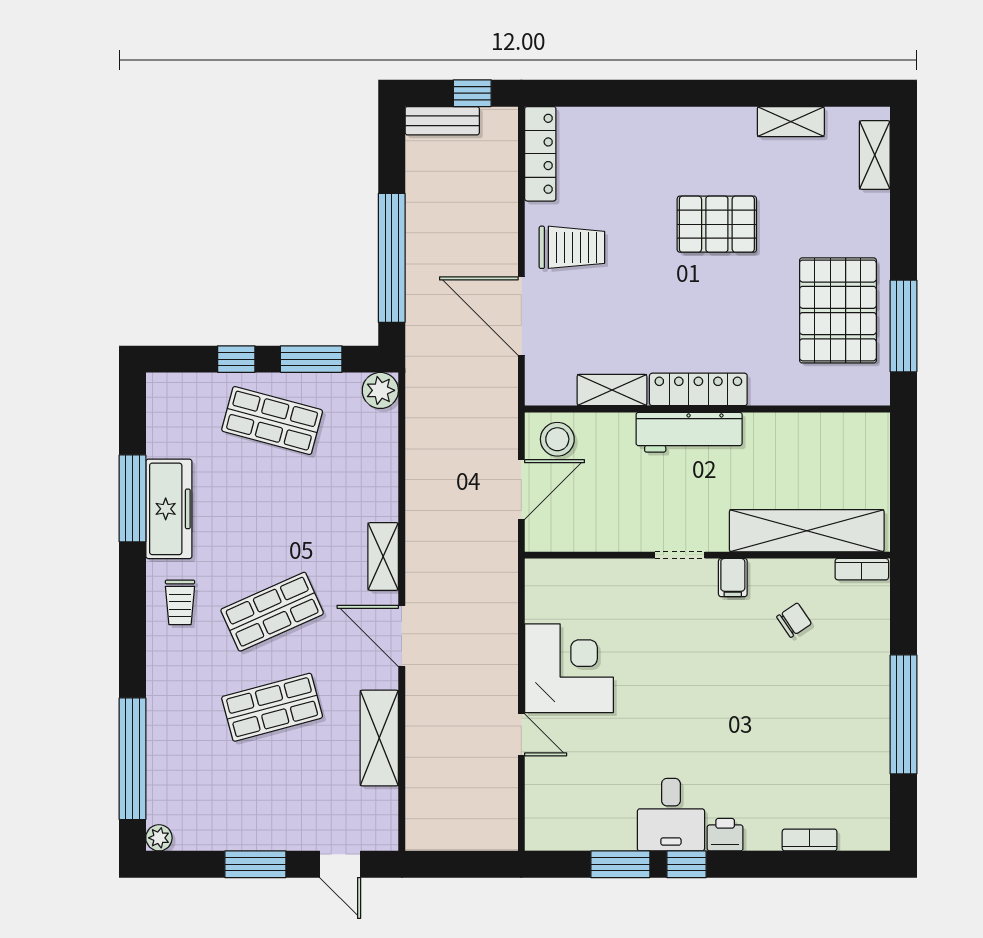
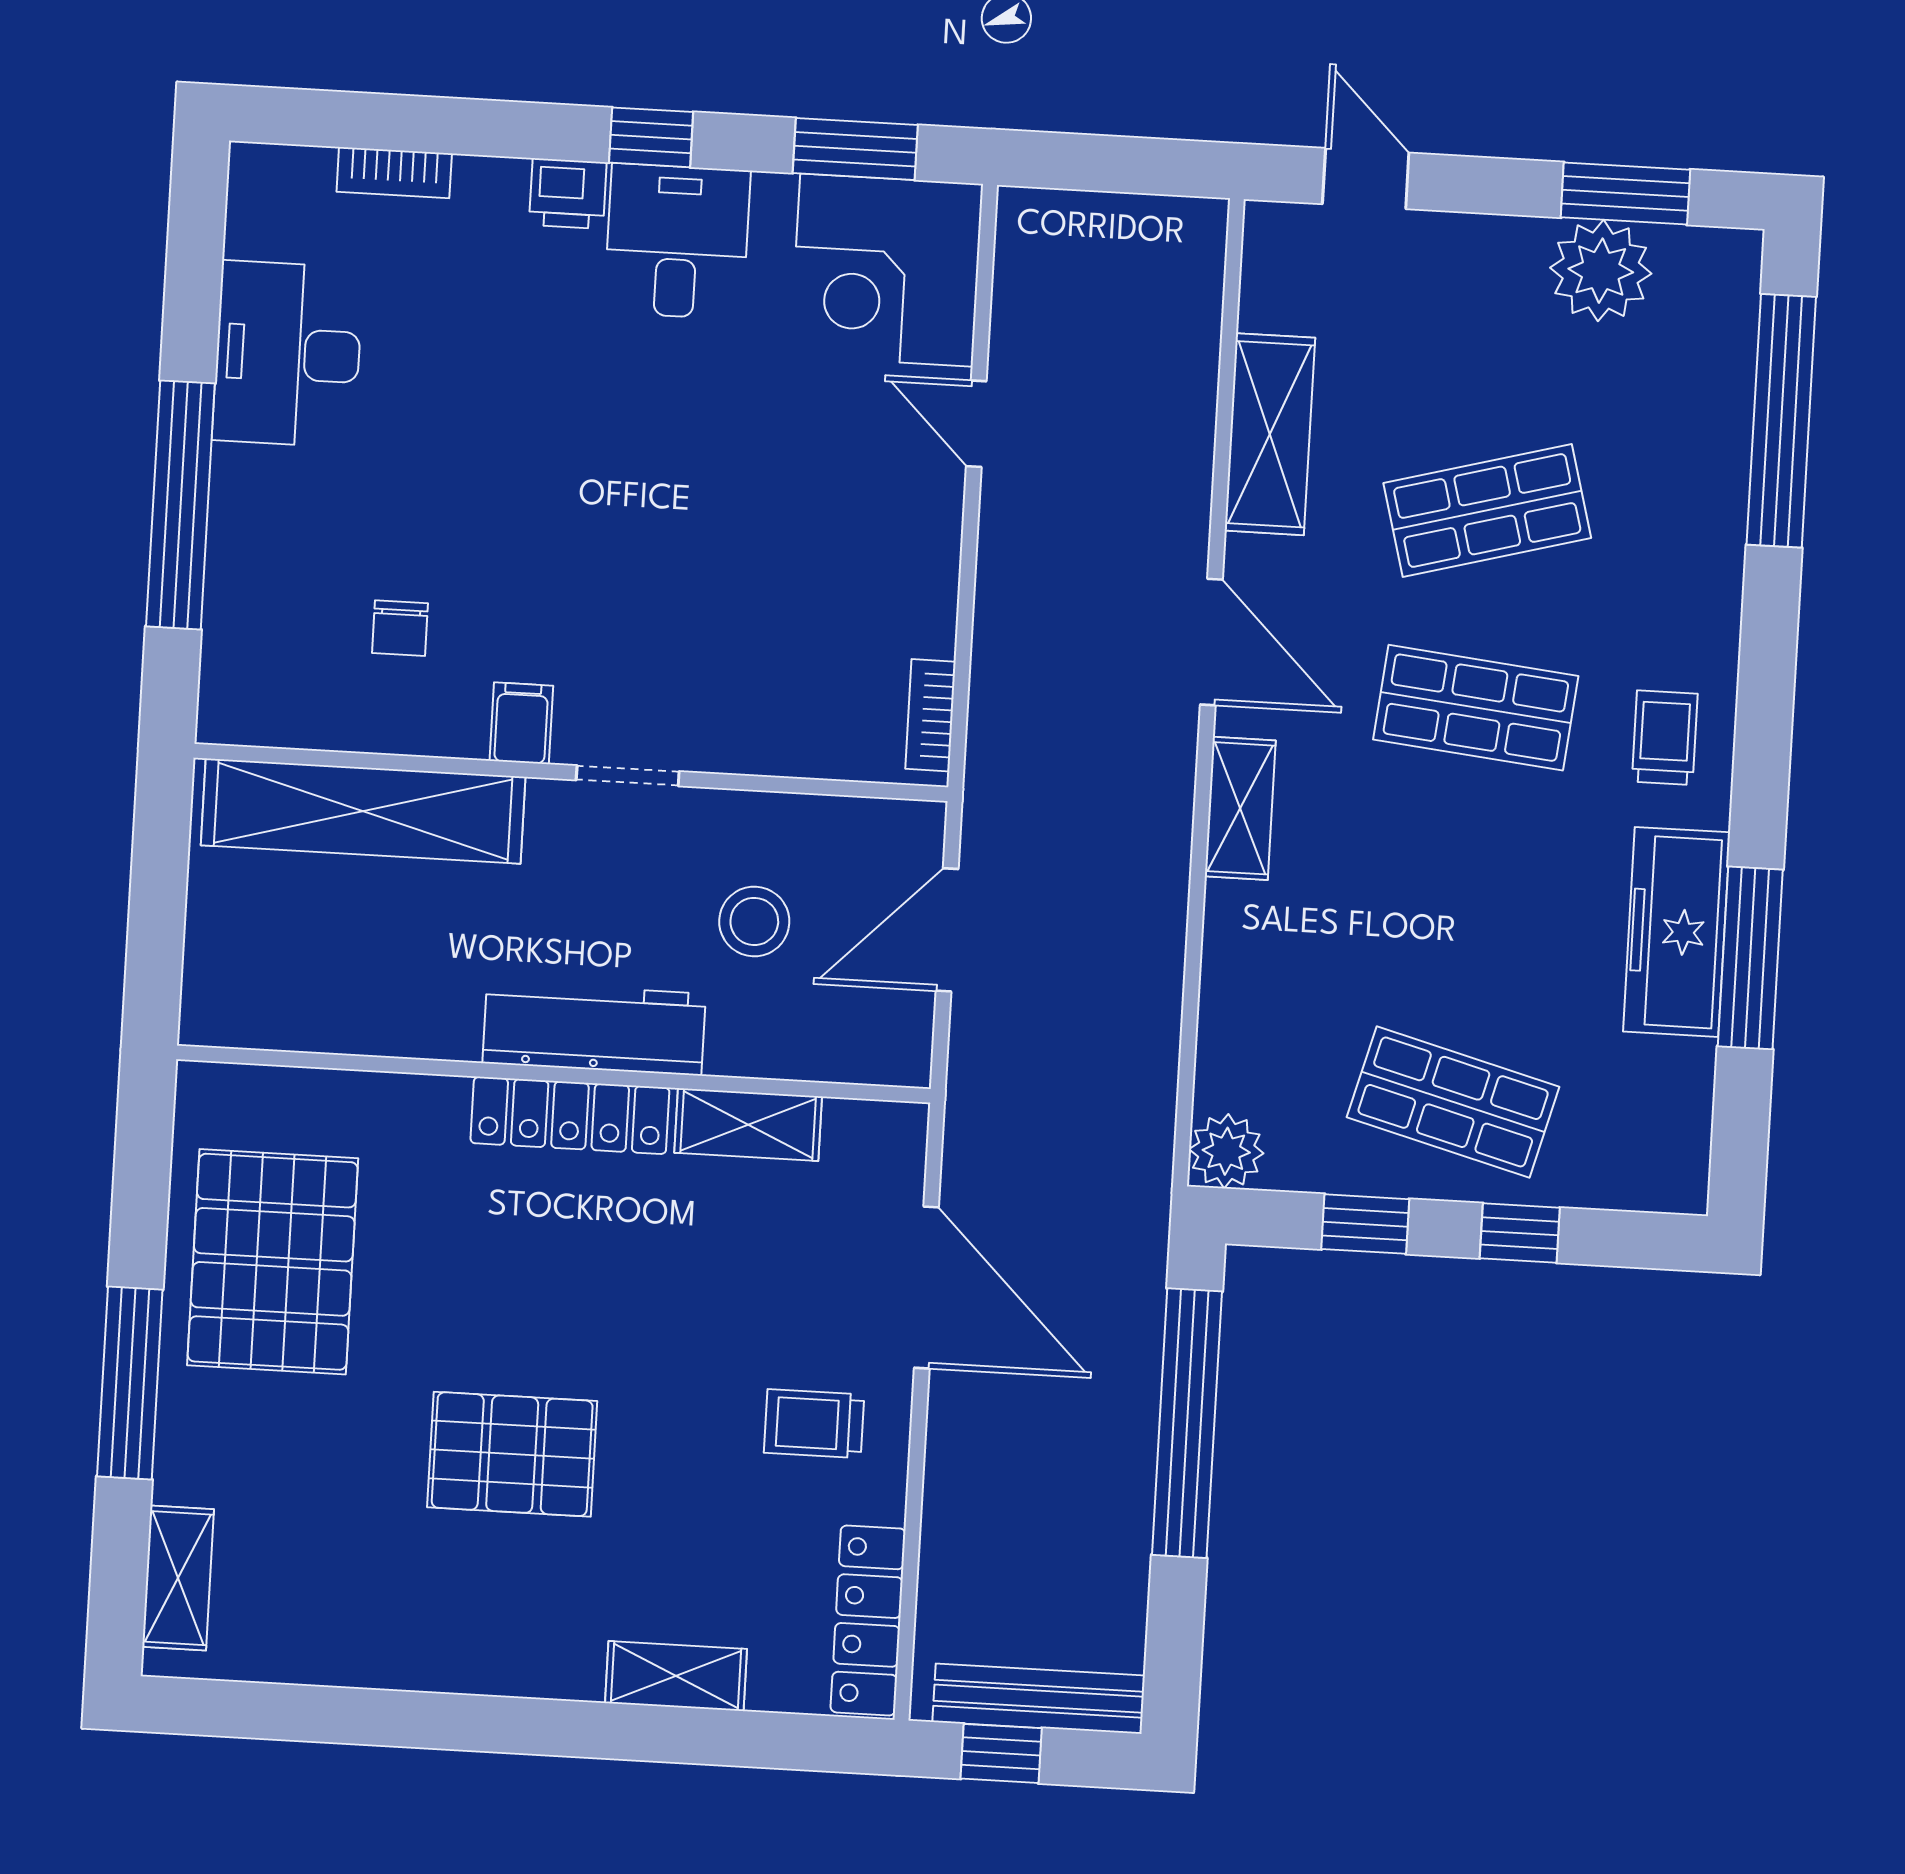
bench: (442, 121) -> (1039, 1699), width x1.36
shelving: (791, 122) -> (676, 1676), moved
trolley: (572, 247) -> (814, 1424), width x0.73, depth x0.72
window: (904, 326) -> (130, 1383), moved
window: (311, 359) -> (1365, 1224), width x0.67
stool: (557, 439) -> (754, 921), moved
bookcase: (862, 569) -> (931, 715), moved, turned -90
shop shelf: (272, 612) -> (1476, 708), turned 30
chair: (794, 620) -> (400, 628), turned -56
corner desk: (569, 668) -> (887, 270), moved
window: (904, 714) -> (180, 505), moved
desk: (856, 749) -> (288, 354), added
plant: (159, 838) -> (1601, 271), moved, width x1.87, depth x1.87
window: (255, 864) -> (1625, 193), moved
window: (620, 864) -> (855, 149), moved

